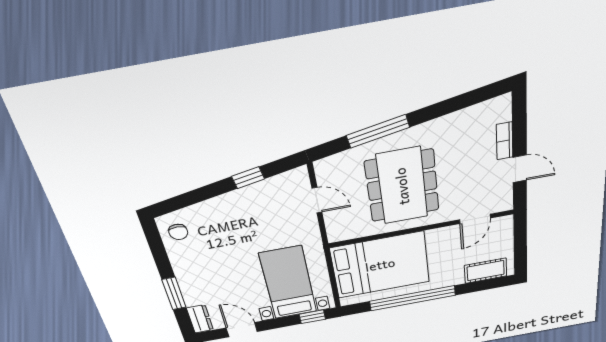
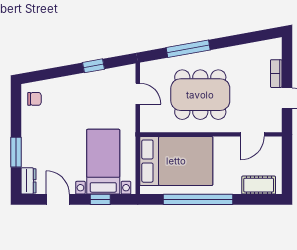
dining table: (402, 186) -> (200, 95), turned 90
chair: (178, 232) -> (34, 99), turned -90
window: (312, 317) -> (100, 199), moved

